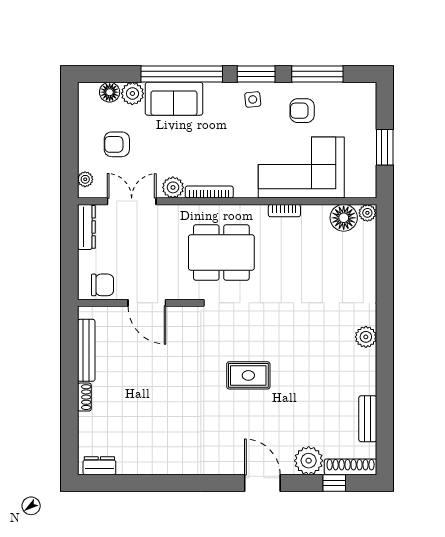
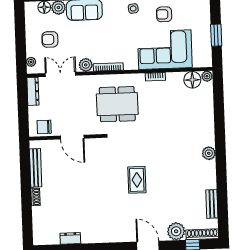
chair: (102, 285) -> (44, 127), turned 180
rug: (248, 375) -> (137, 180), turned 90
dresser: (99, 466) -> (70, 238), moved

